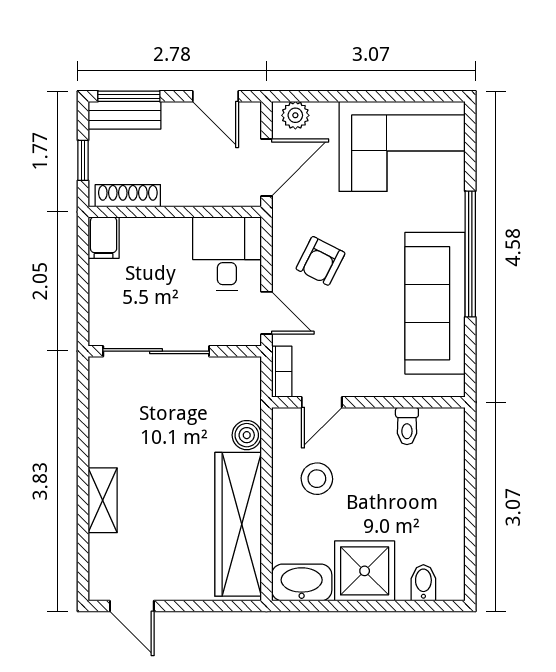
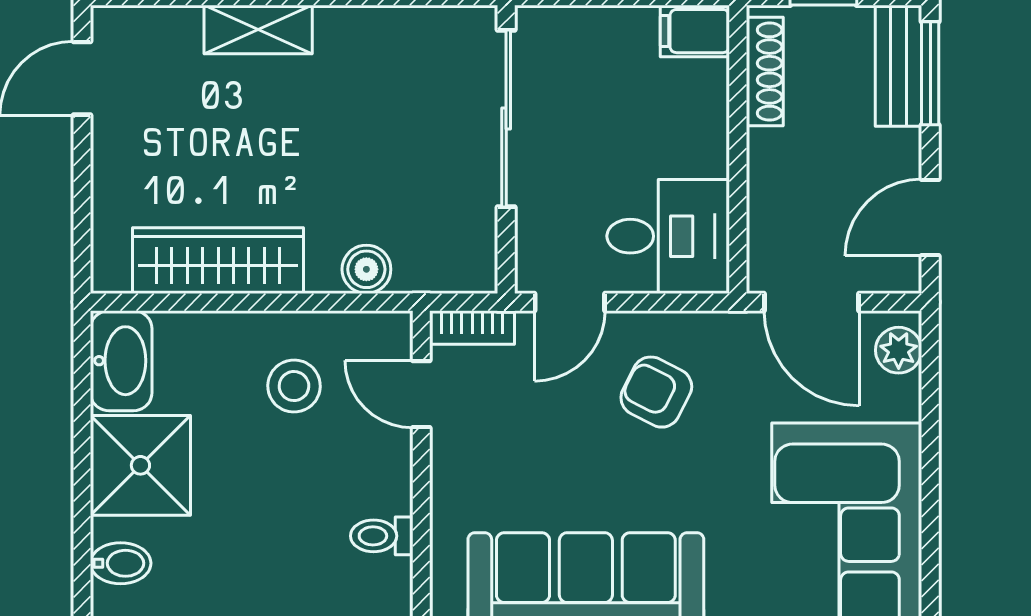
wardrobe: (238, 524) -> (218, 261), width x0.71, depth x0.85

